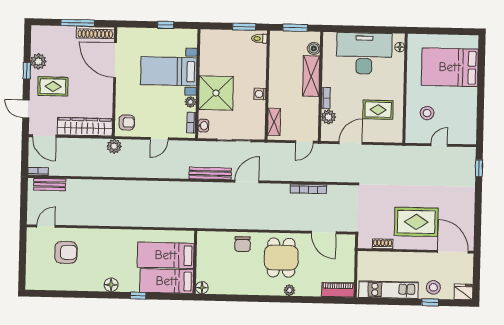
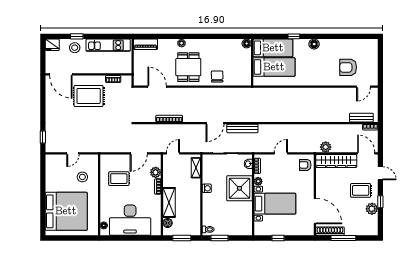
bed: (450, 67) -> (66, 211), width x1.36
plant: (114, 146) -> (326, 147), moved

